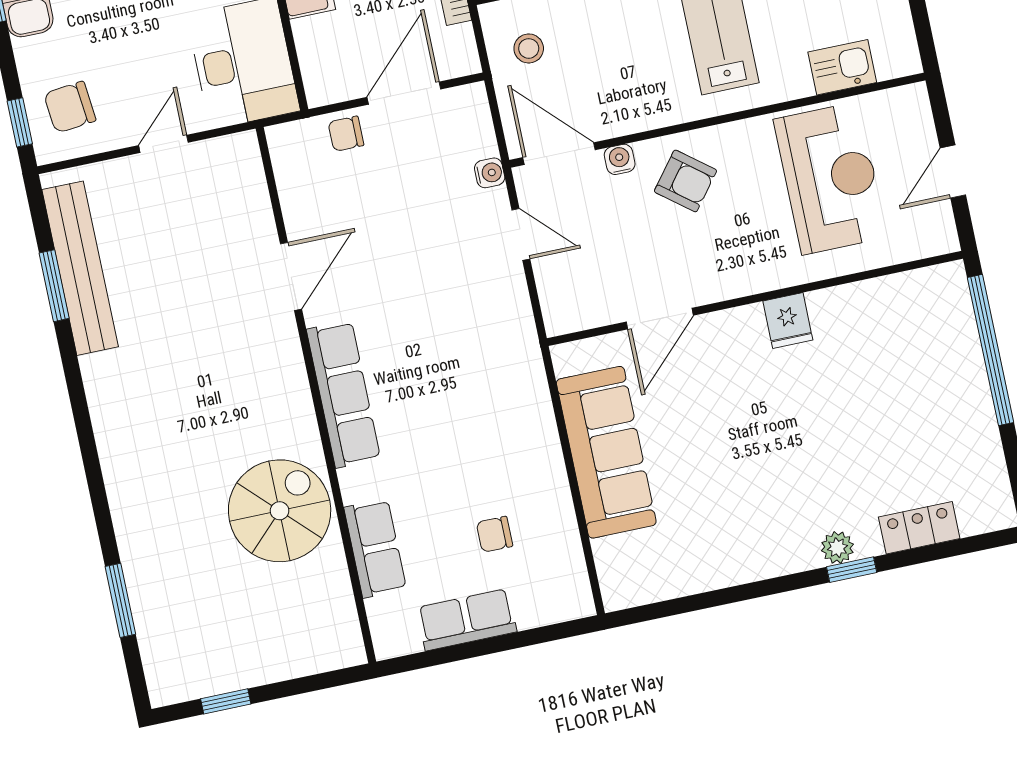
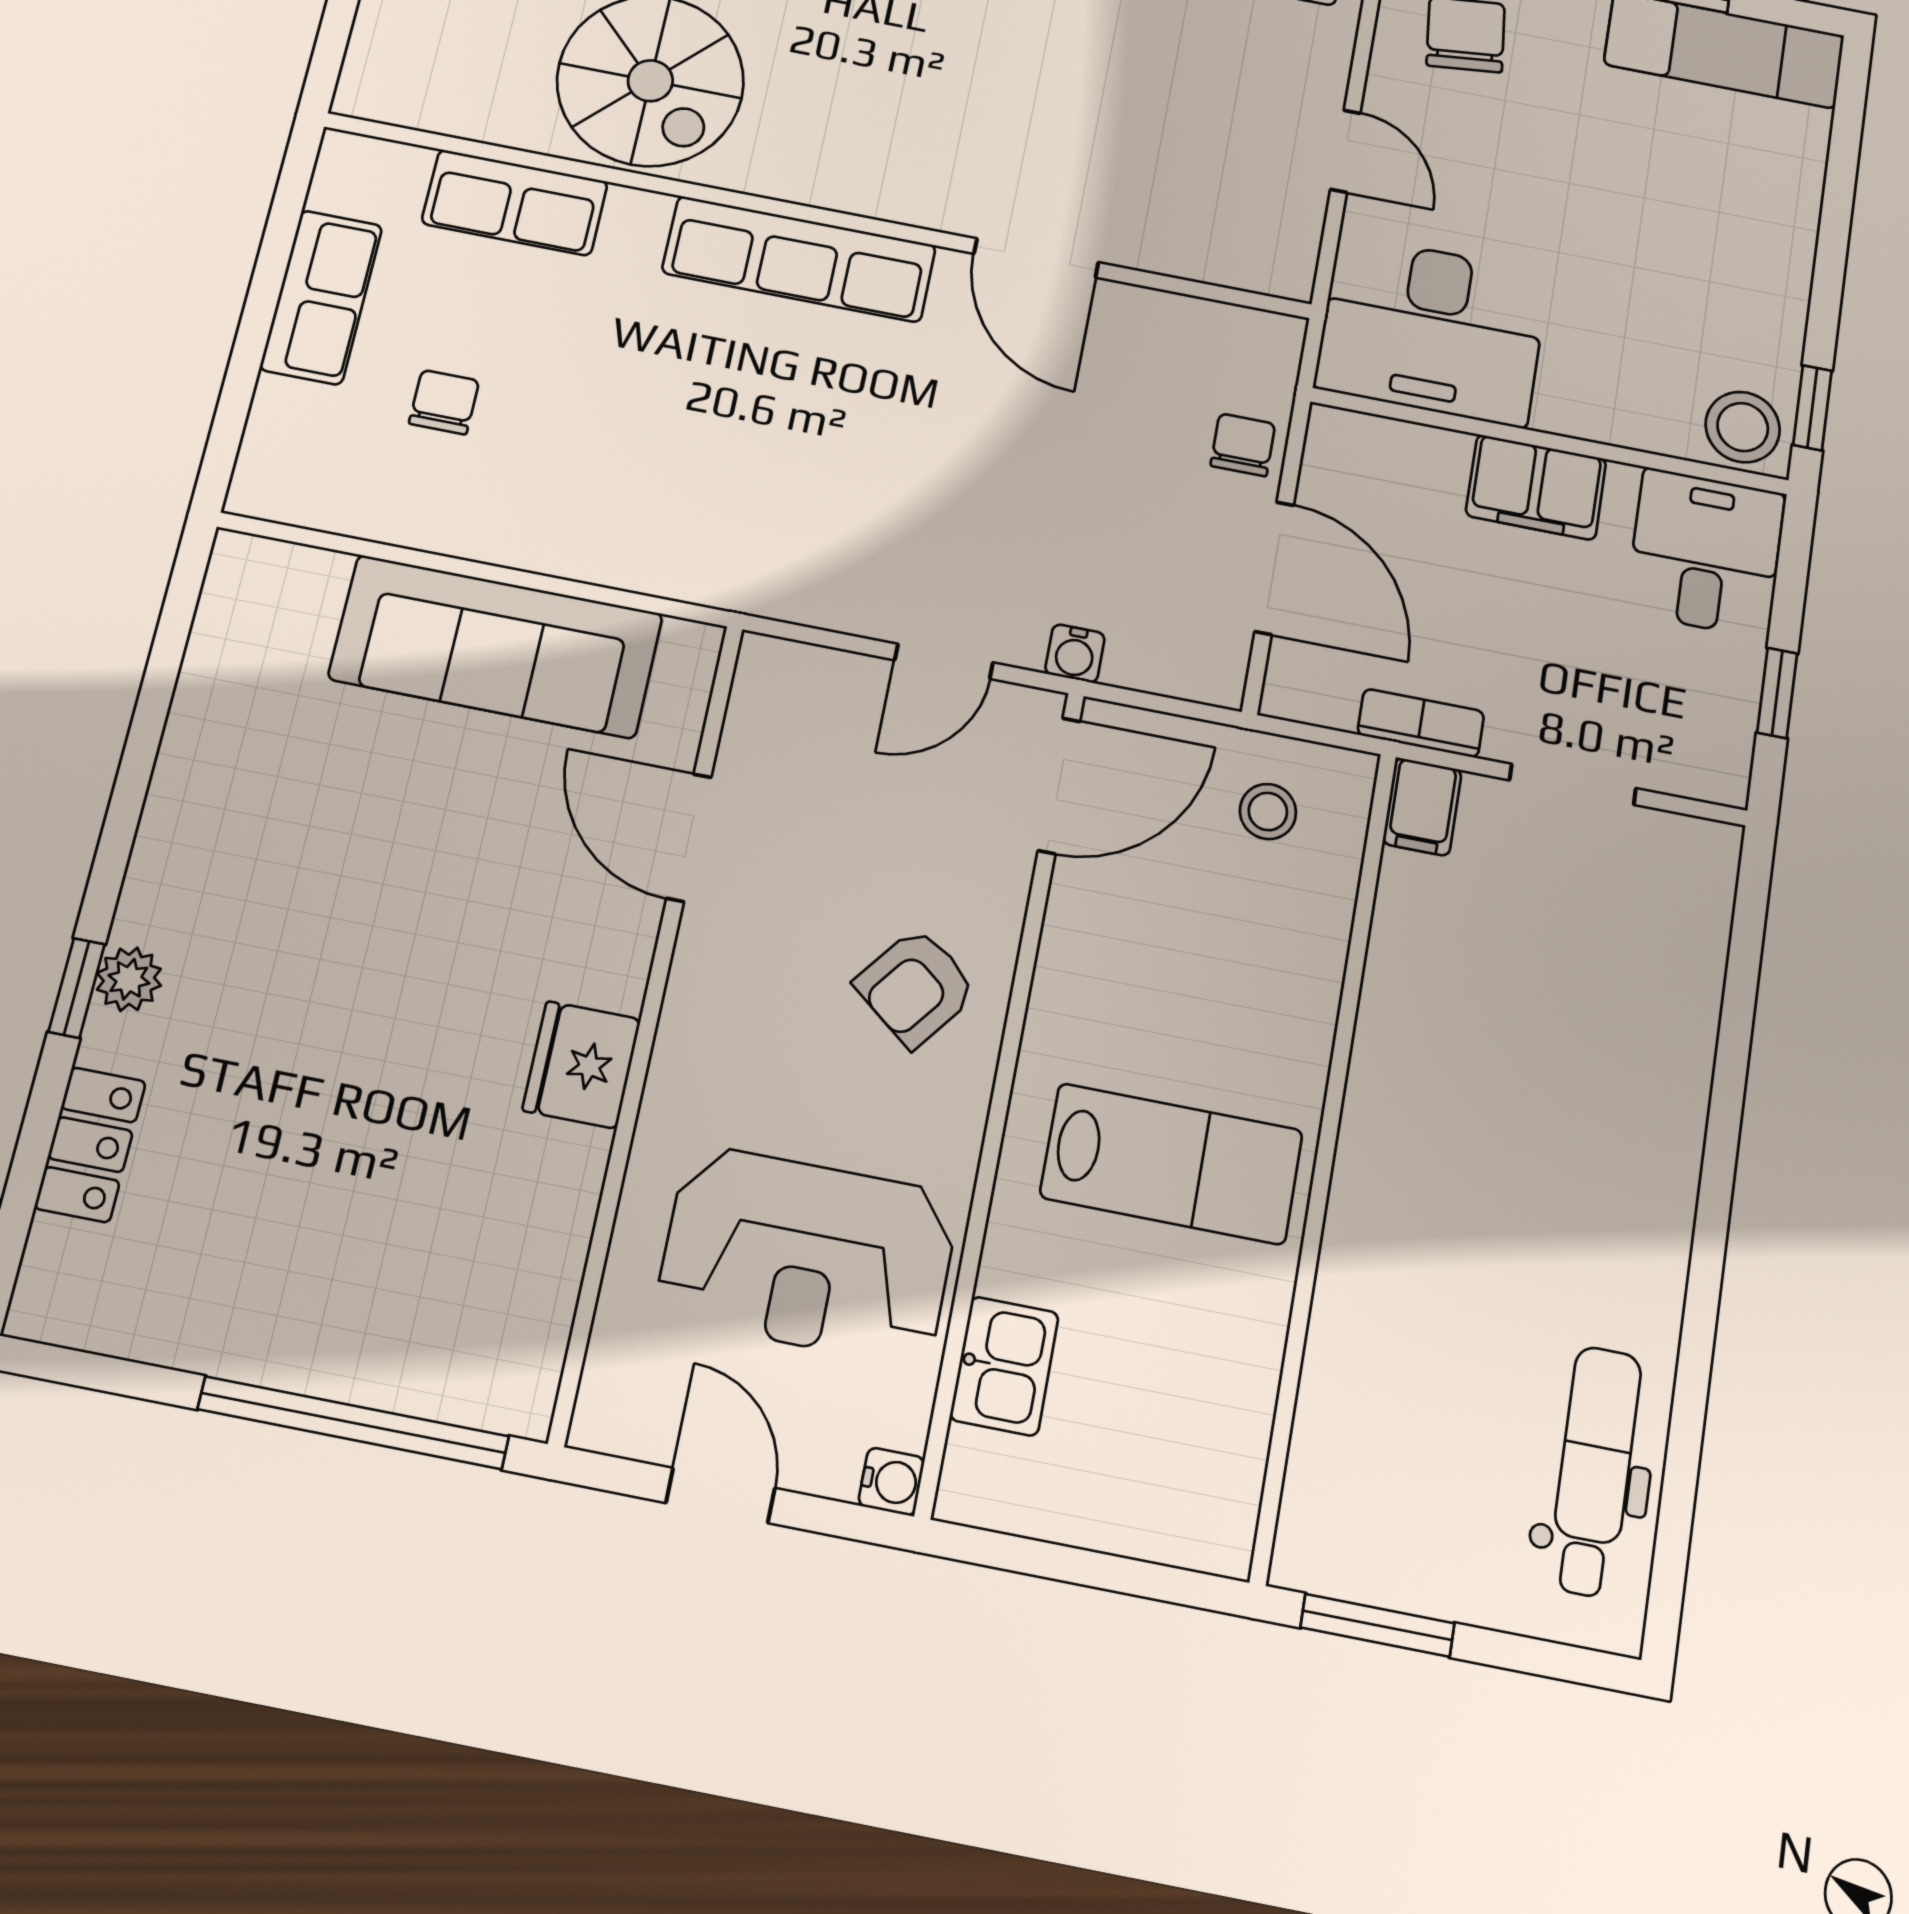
water cooler: (620, 159) -> (891, 1482), moved
fridge: (788, 321) -> (582, 1065), width x1.38

